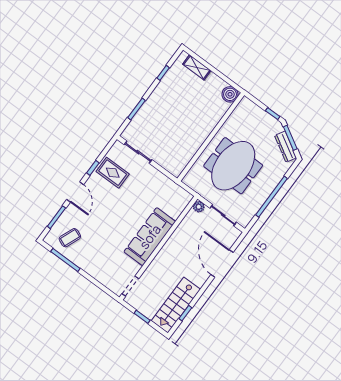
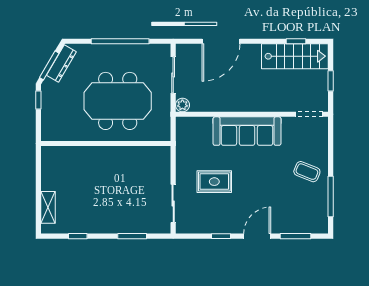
boiler: (230, 94) -> (50, 156), removed
rug: (113, 173) -> (214, 182), moved, turned 90
coffee table: (70, 238) -> (307, 172), moved

